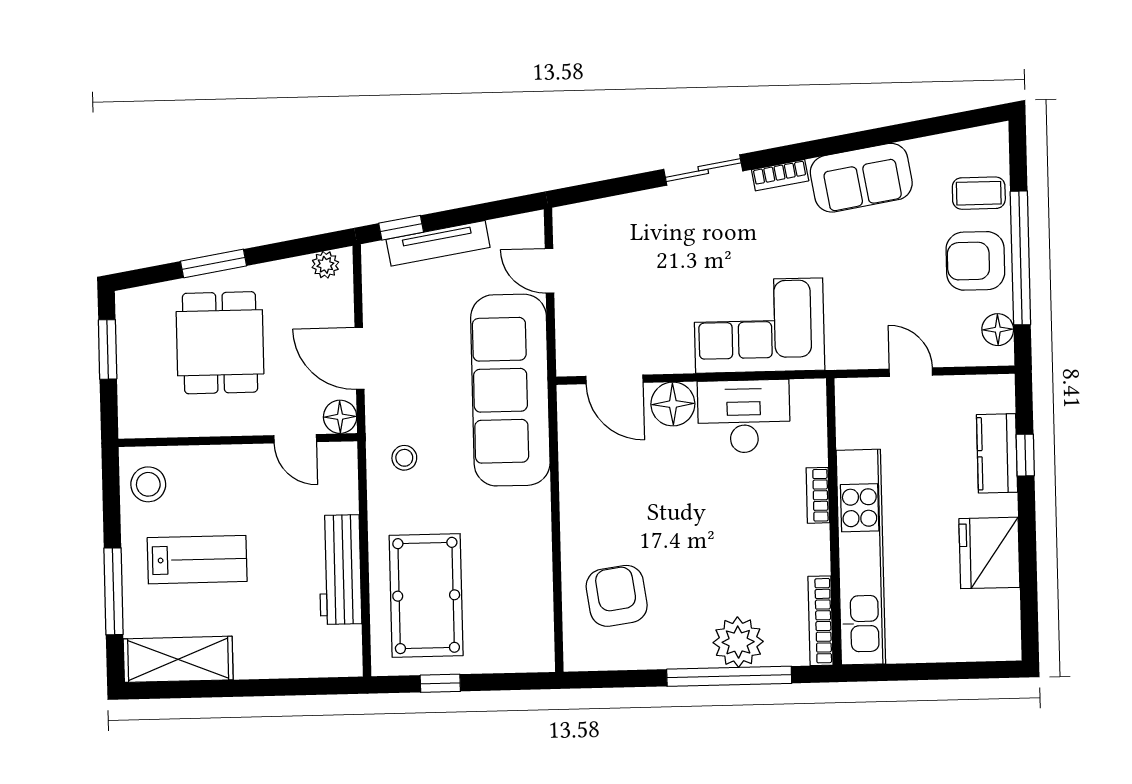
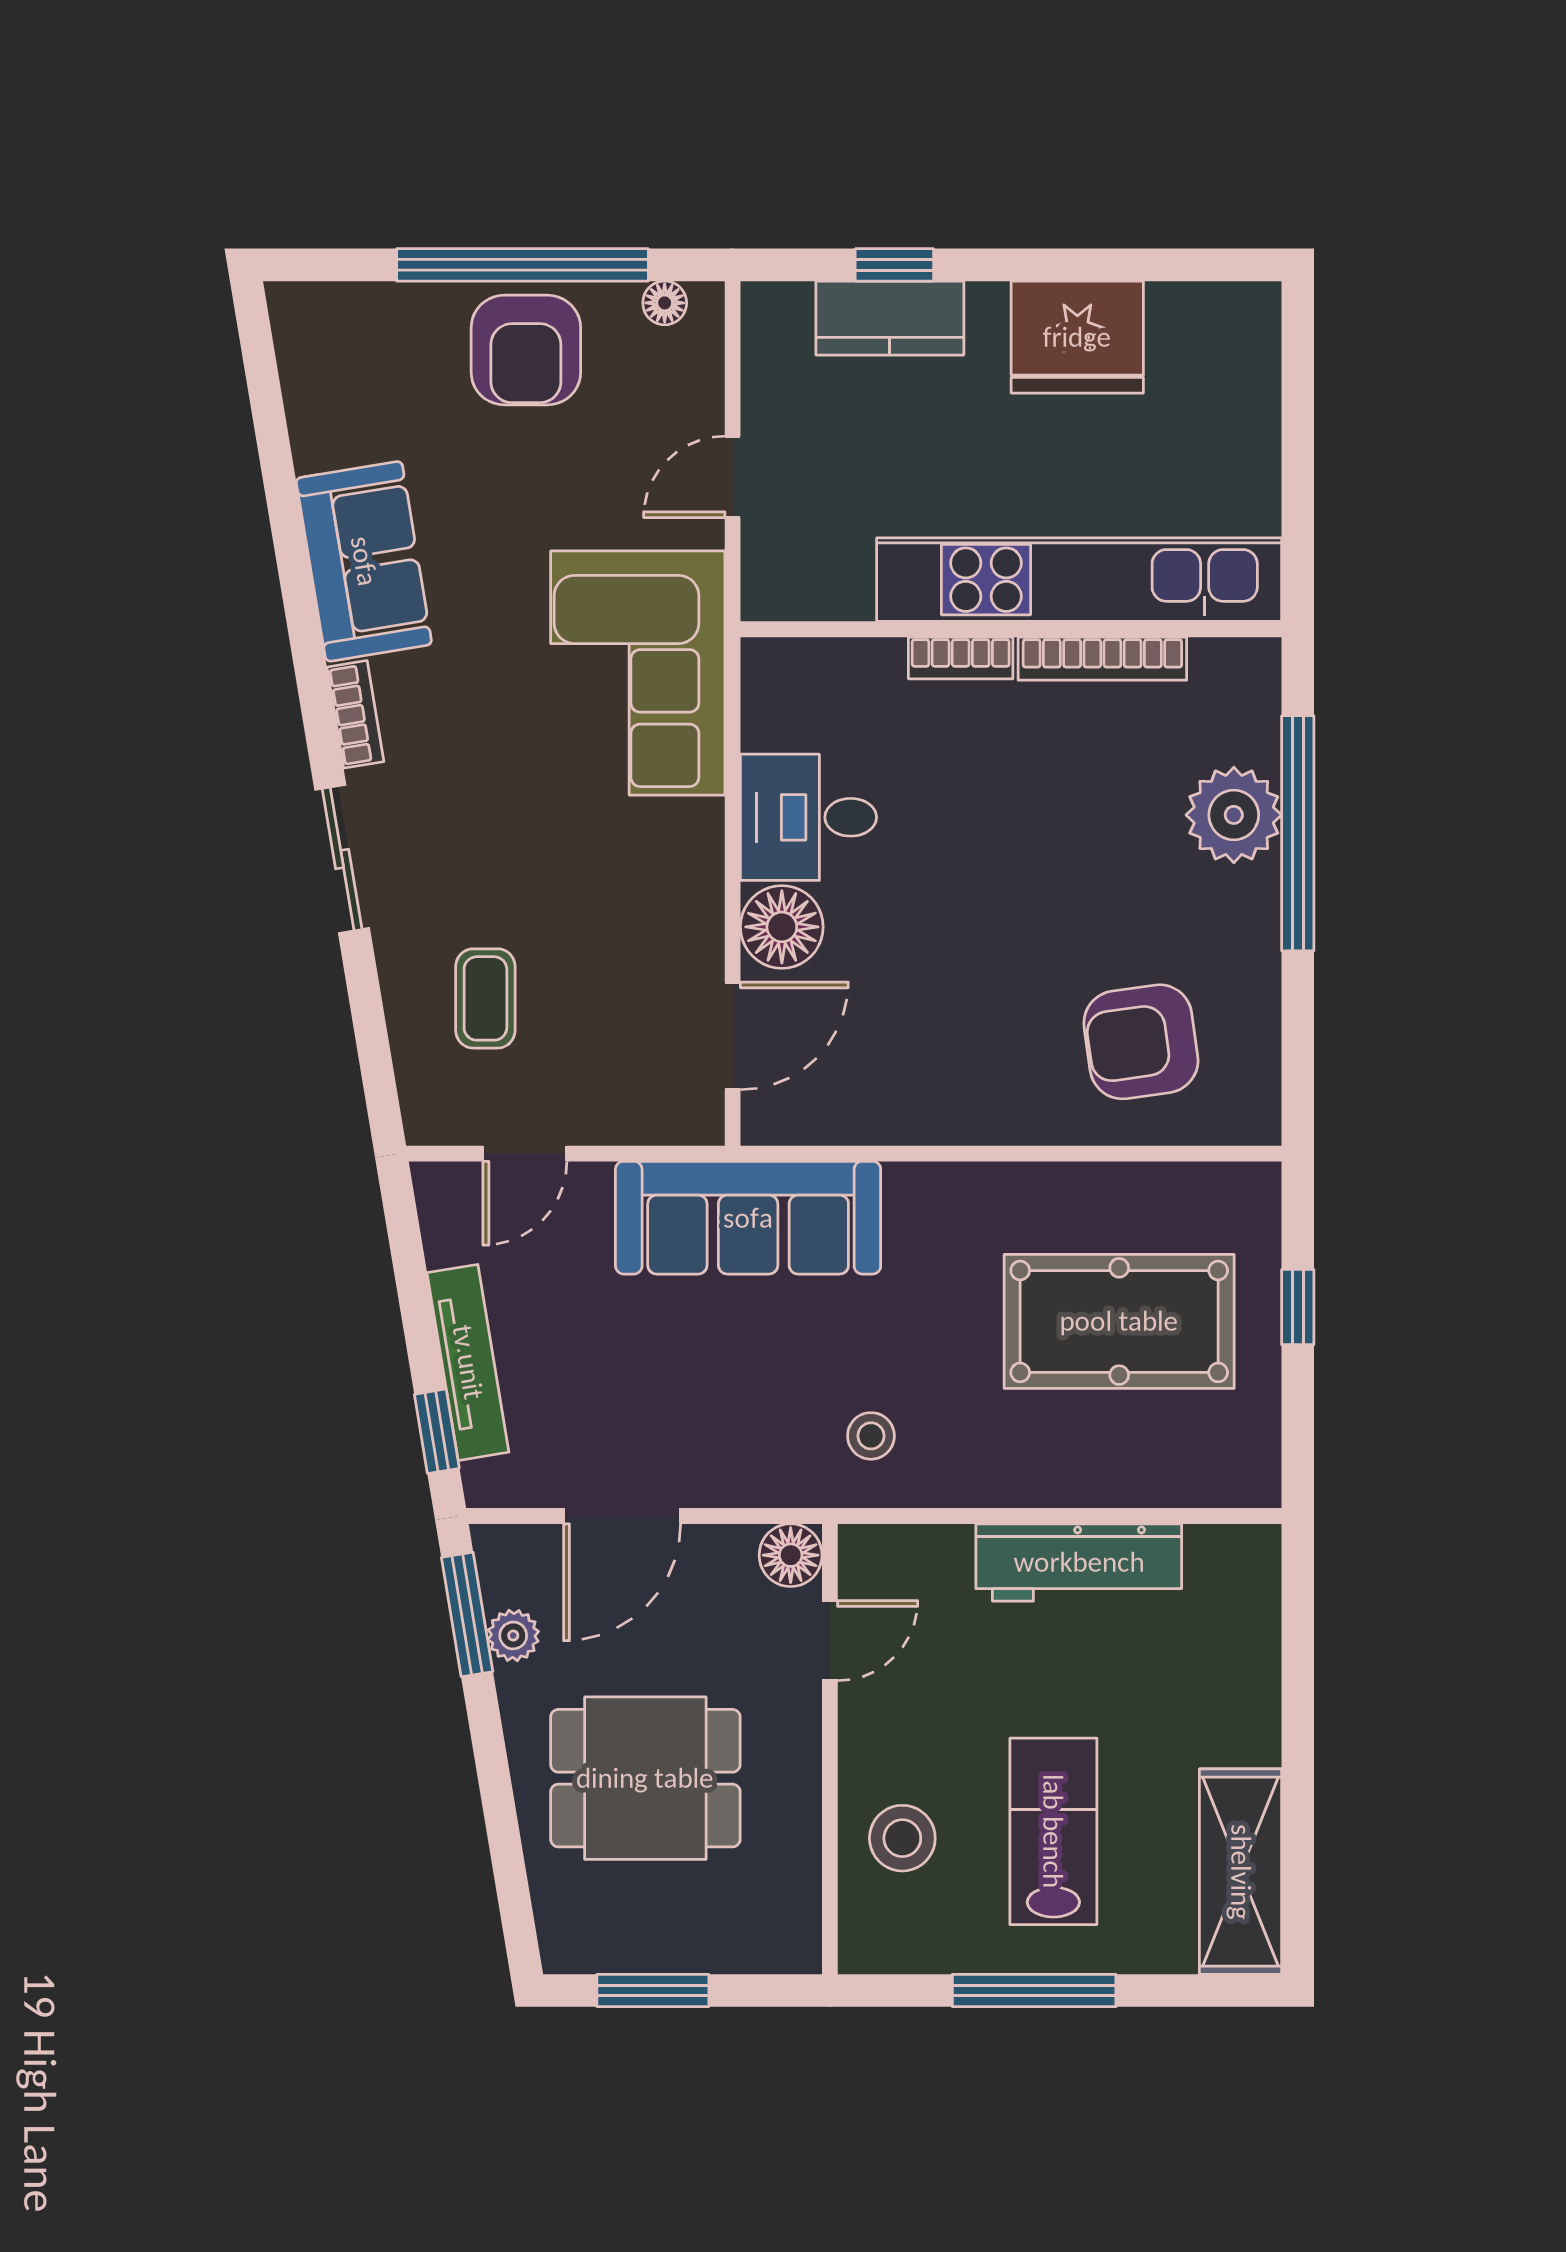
coffee table: (979, 193) -> (485, 998), moved
window: (214, 263) -> (467, 1614), moved
plant: (325, 265) -> (513, 1635), moved
corner sofa: (759, 326) -> (638, 673), moved
floor lamp: (998, 330) -> (665, 303), width x0.73, depth x0.73
door: (359, 358) -> (622, 1516), moved
sofa: (510, 390) -> (748, 1218), width x0.74, depth x0.79
desk: (744, 416) -> (808, 817), width x0.73
stool: (148, 484) -> (902, 1838), moved
window: (113, 591) -> (1034, 1990), moved
pool table: (426, 595) -> (1119, 1321), moved
bookcase: (821, 621) -> (1102, 659), moved
window: (440, 683) -> (1298, 1307), moved

